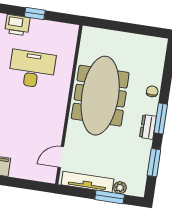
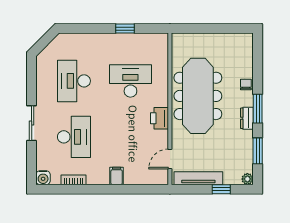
printer: (17, 25) -> (159, 118), moved, turned 90
plant: (120, 188) -> (247, 179), moved
window: (110, 197) -> (221, 189), width x0.67

